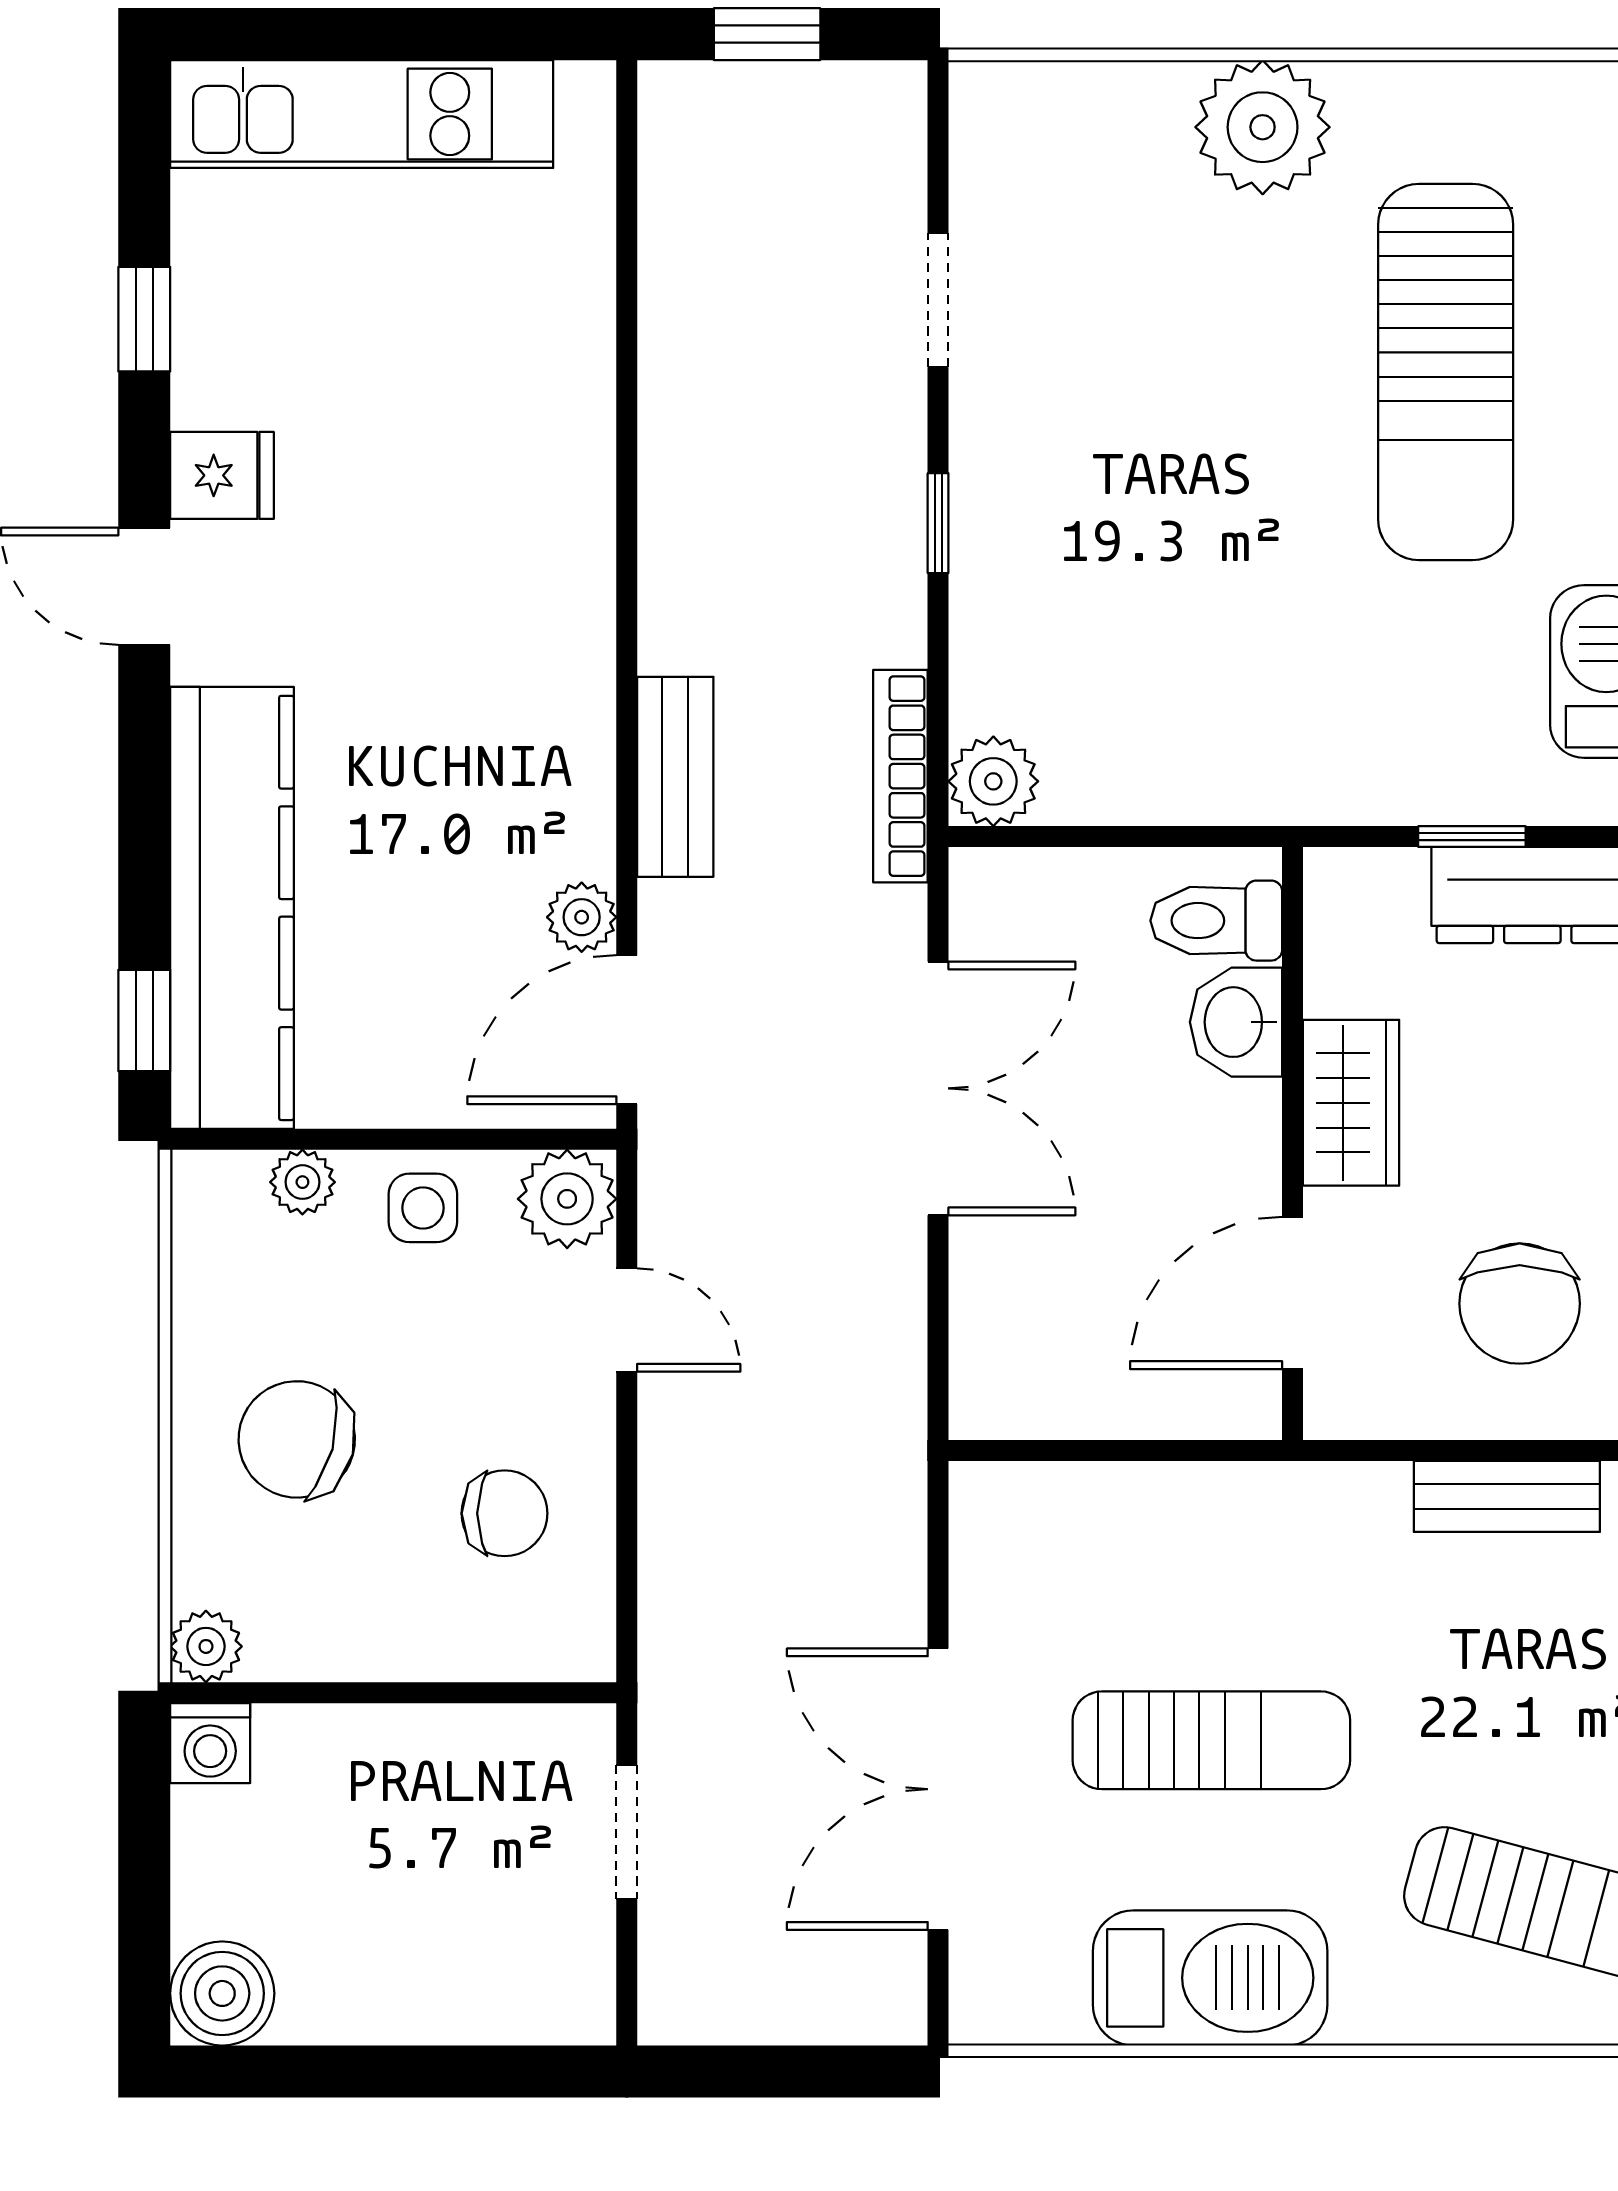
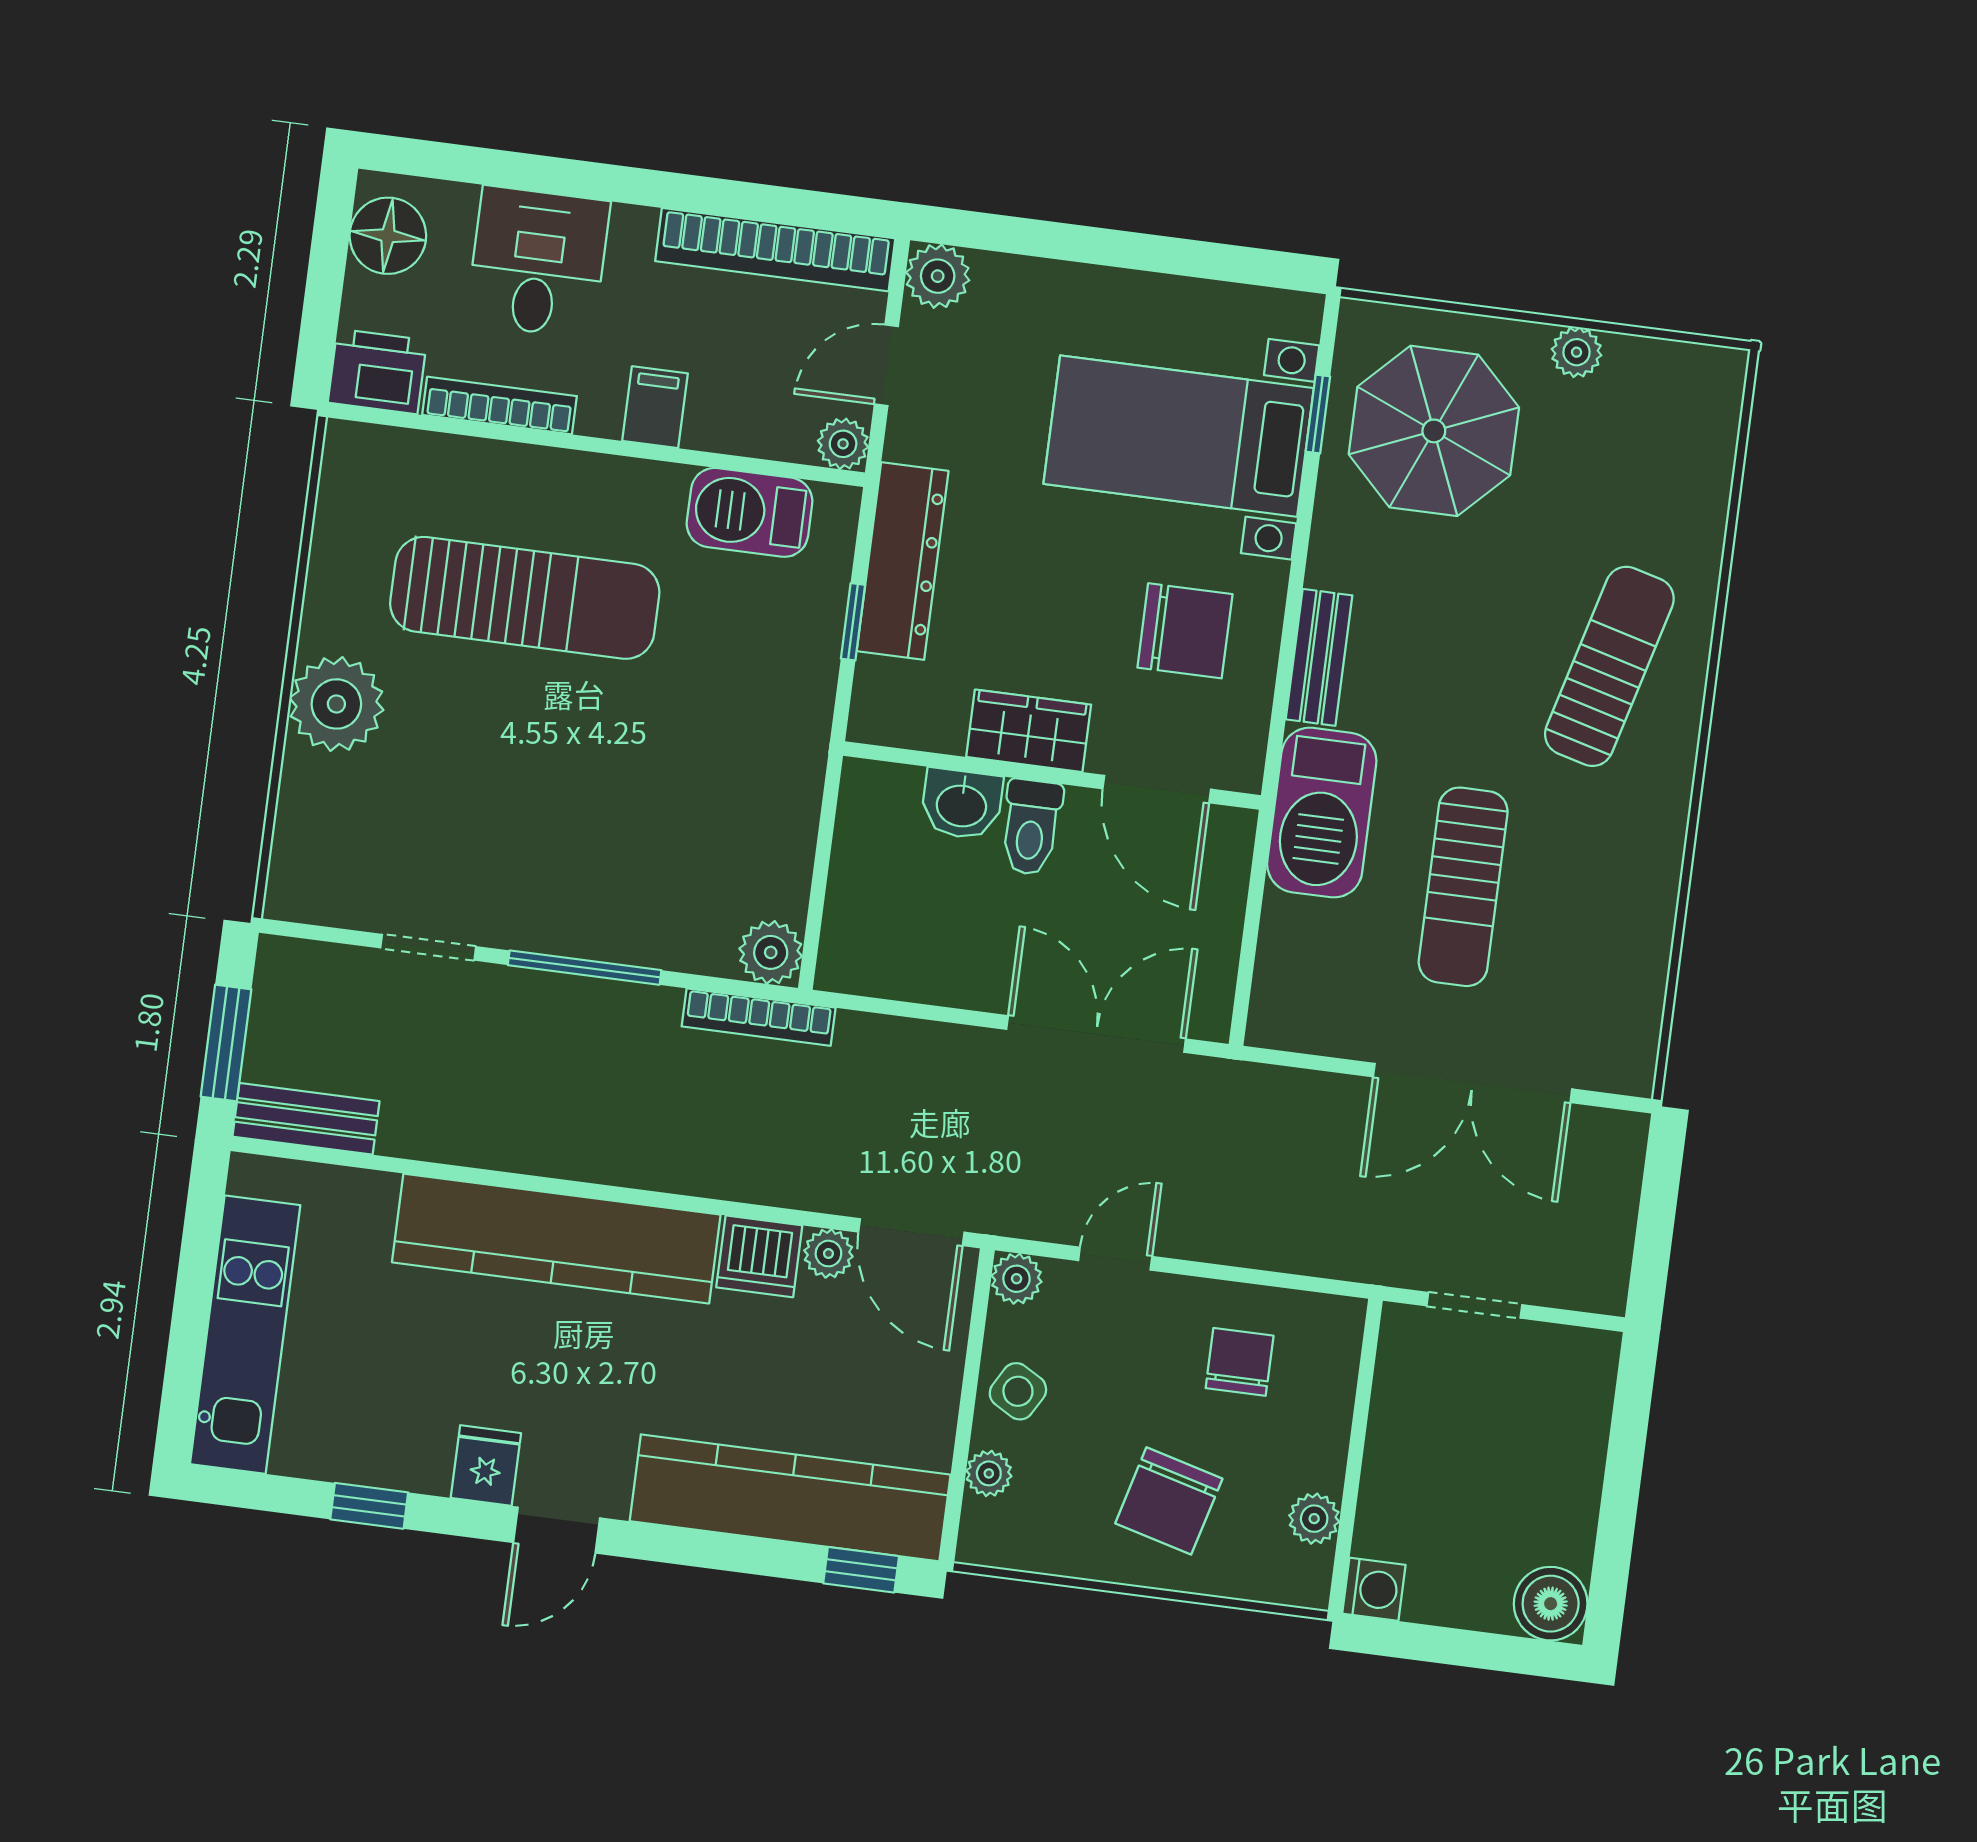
window: (767, 34) -> (226, 1043), width x1.50
window: (938, 523) -> (585, 968), width x2.17
kitchen counter: (553, 533) -> (556, 1239), added
bench: (675, 777) -> (306, 1119), moved
dishwasher: (565, 821) -> (759, 1256), added
toilet: (1216, 921) -> (1031, 827), moved
double door: (938, 1088) -> (1096, 1034), moved
plant: (567, 1199) -> (1017, 1279), width x0.73, depth x0.73
side table: (423, 1208) -> (1018, 1391), turned 30
plant: (206, 1646) -> (1314, 1519), moved
sun lounger: (1211, 1740) -> (1463, 887), turned 180
barbecue: (1210, 1978) -> (1322, 813), moved, turned 180

